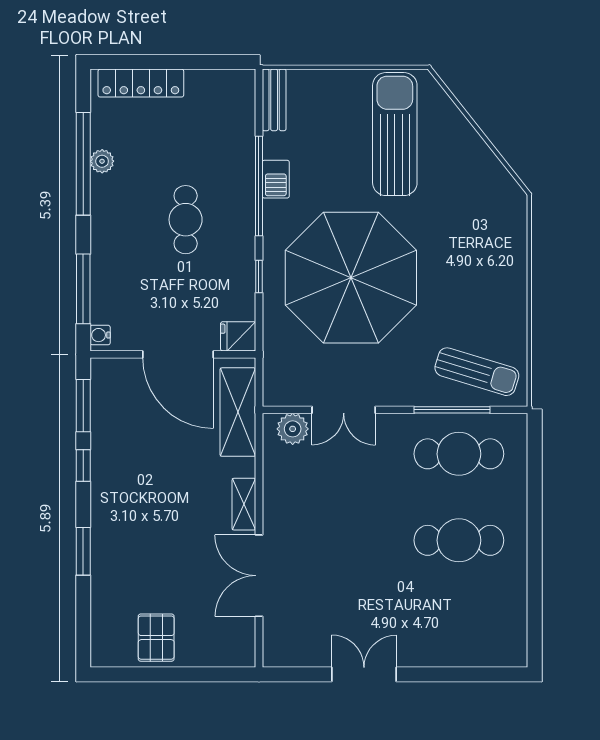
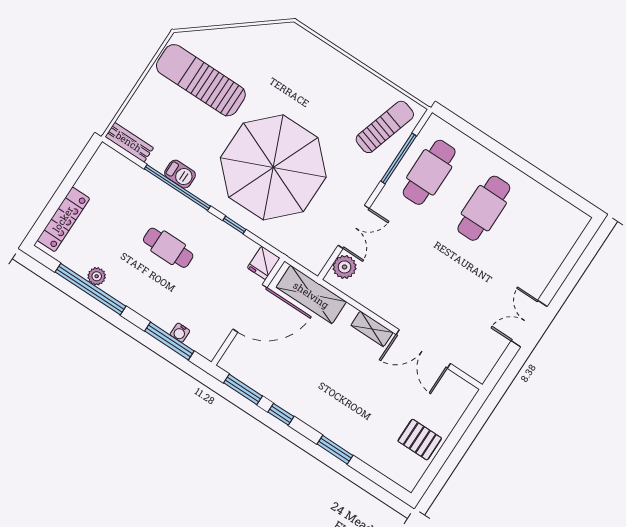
water cooler: (100, 335) -> (180, 333), moved

